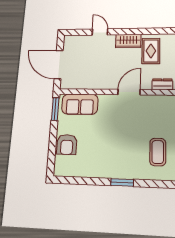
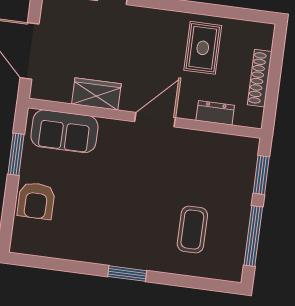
wardrobe: (128, 41) -> (96, 94), moved, turned 180
window: (55, 109) -> (16, 154), moved

